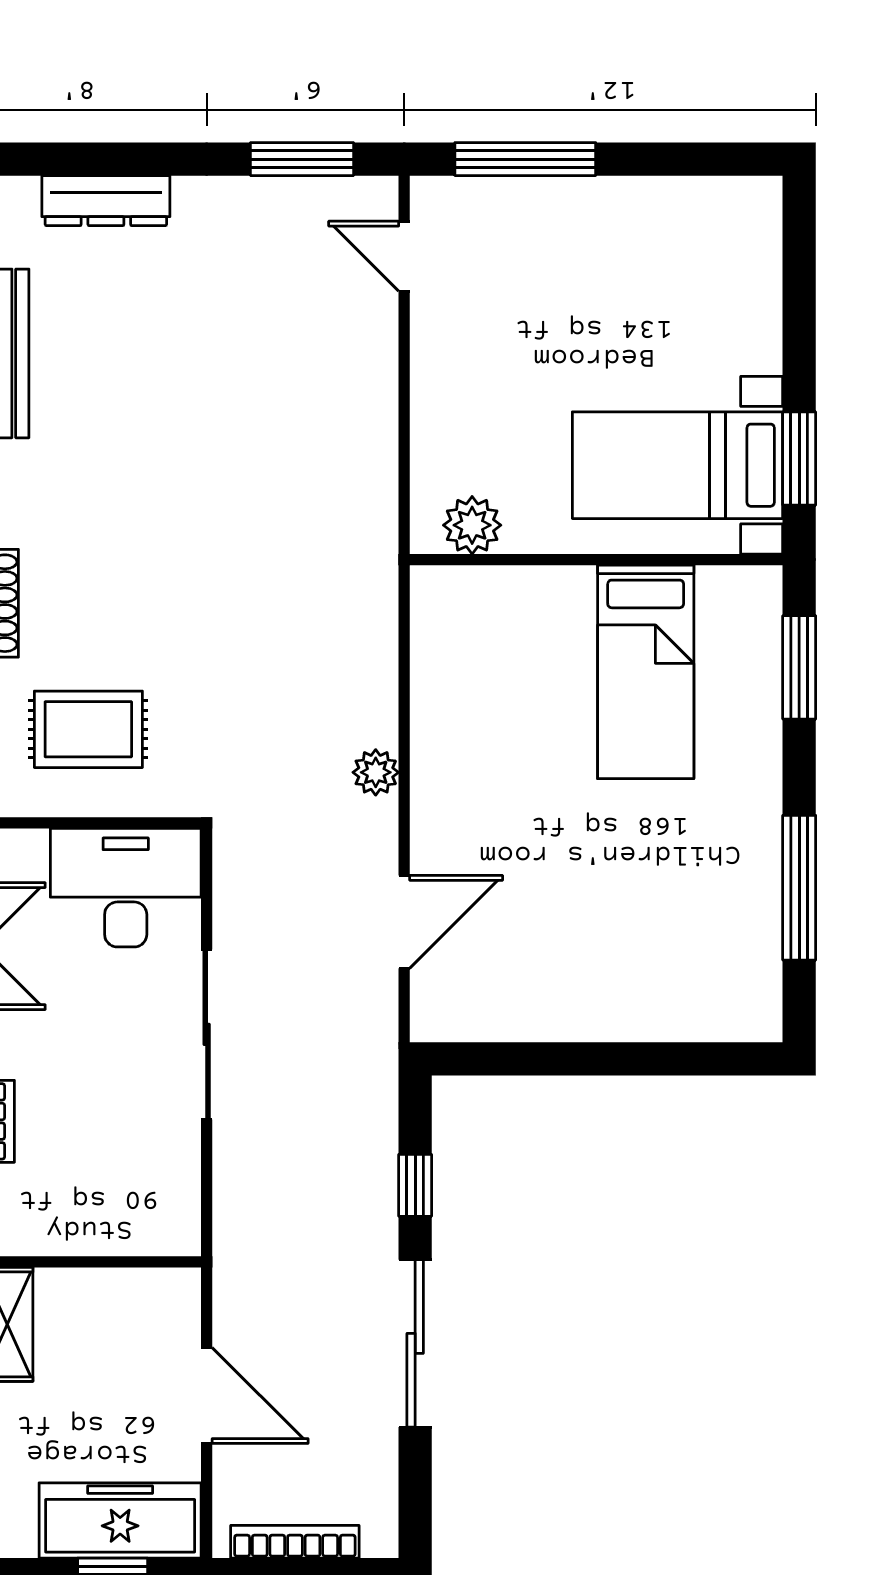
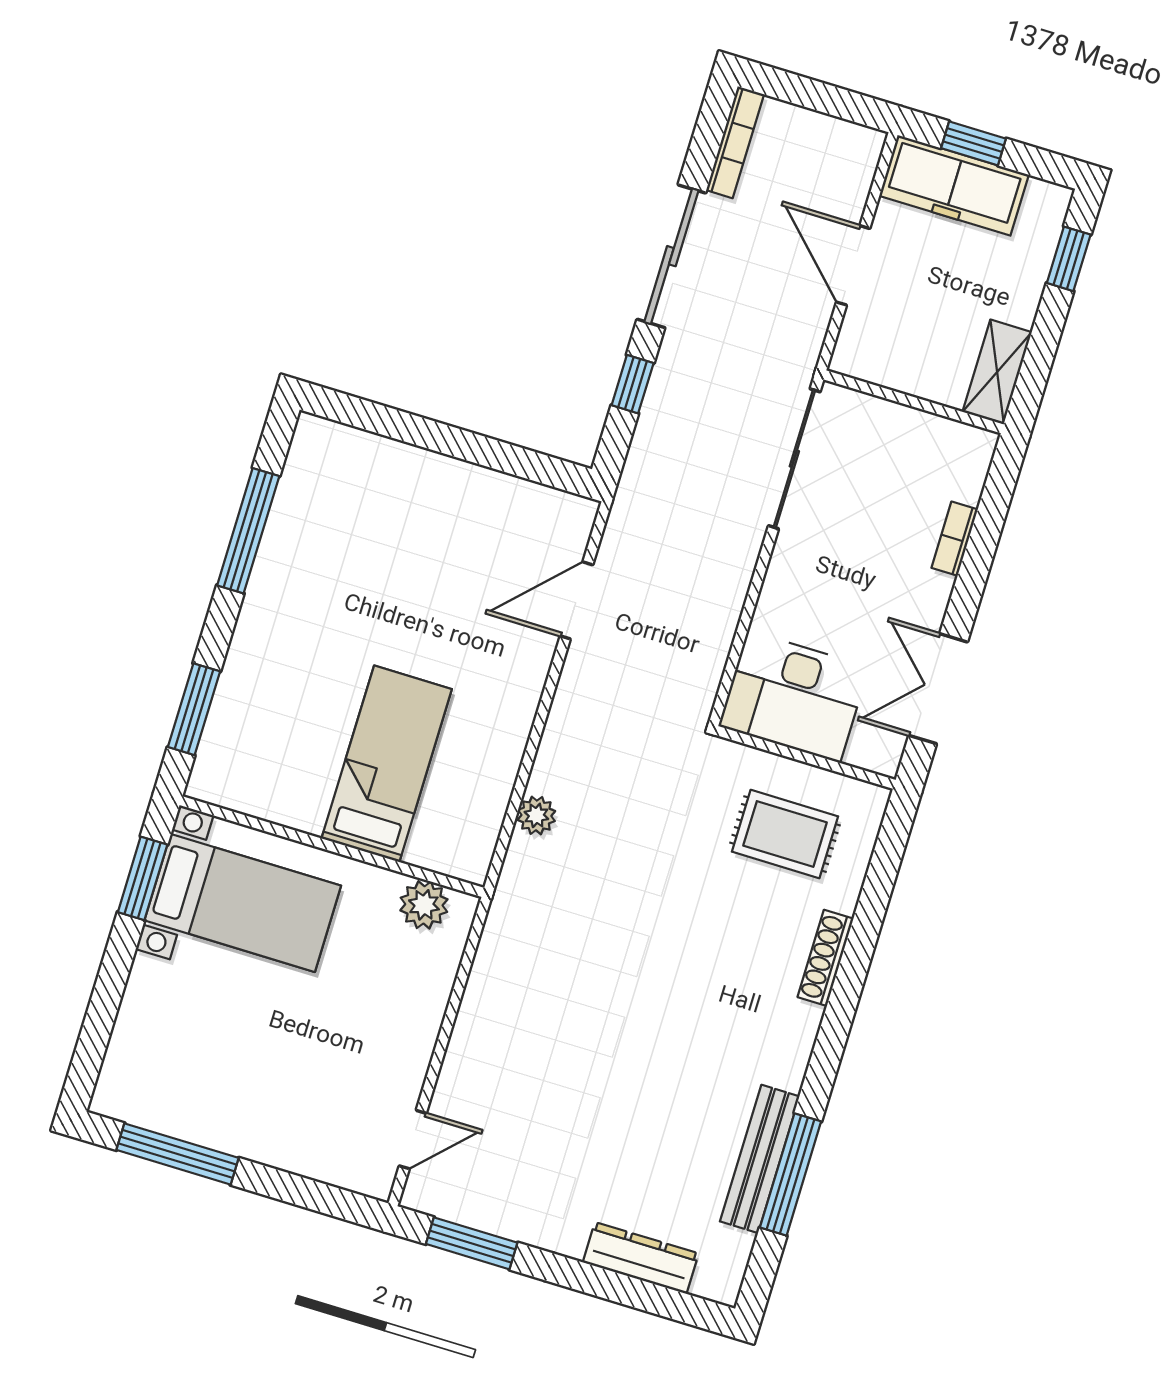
window: (525, 159) -> (177, 1154), moved
door: (404, 256) -> (413, 1140), hinge flipped
bed: (646, 672) -> (387, 764), moved
plant: (376, 772) -> (536, 815), moved
sliding door: (207, 1034) -> (794, 459), moved
bookcase: (295, 1542) -> (735, 142), moved, turned -90

